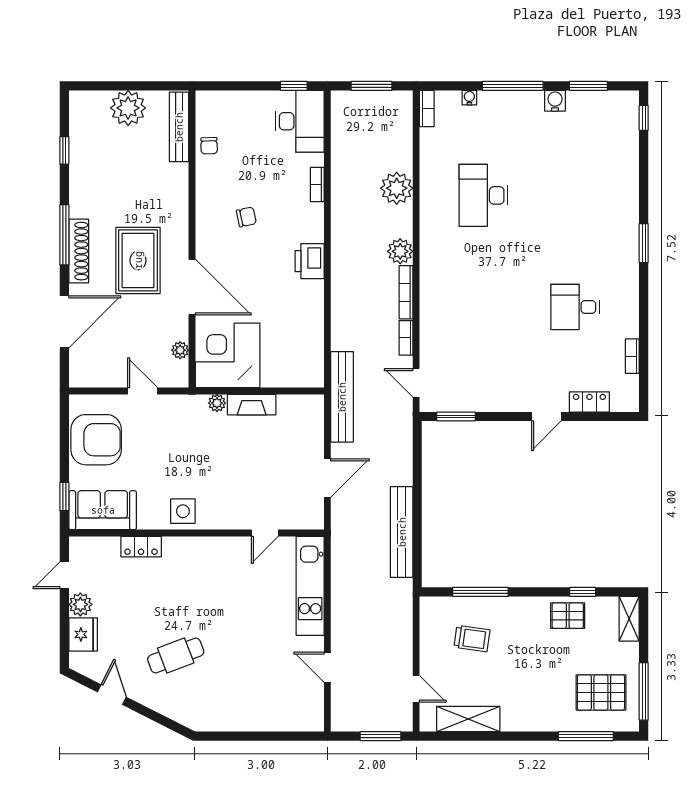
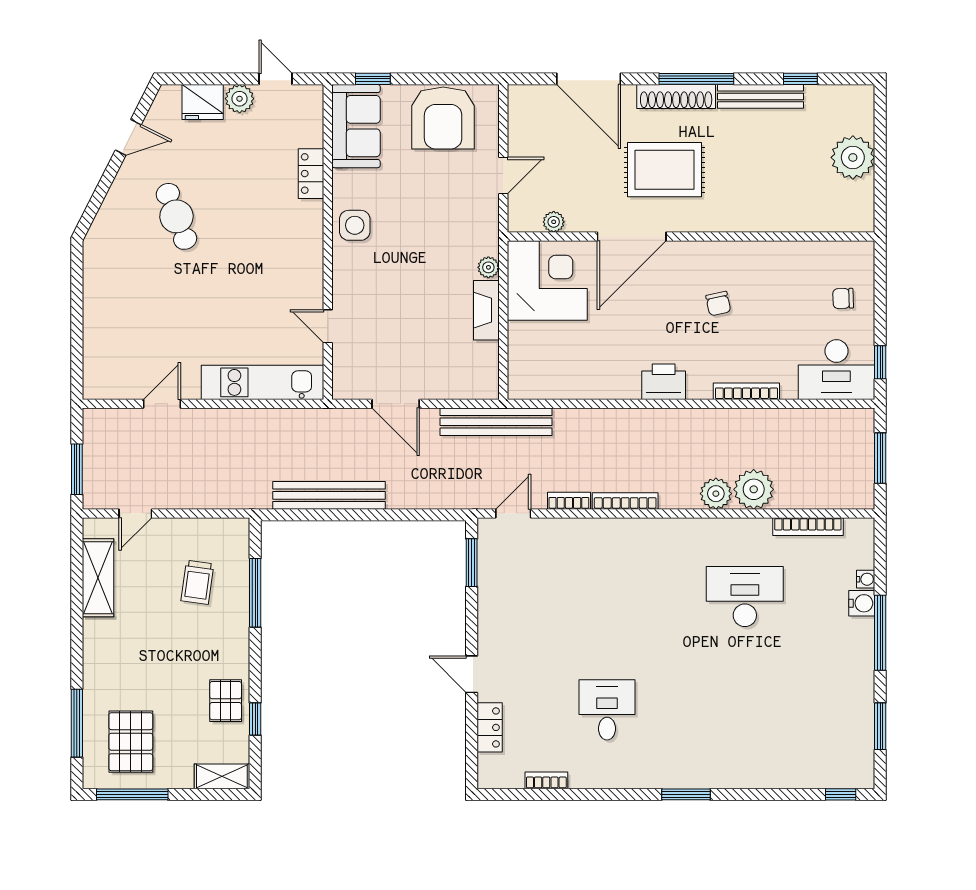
water cooler: (555, 101) -> (862, 603), moved
bookcase: (427, 108) -> (808, 527), moved, width x1.56
bench: (179, 127) -> (760, 96), moved
chair: (209, 146) -> (843, 298), moved
bookcase: (317, 184) -> (746, 391), width x1.56
plant: (400, 251) -> (716, 494), moved

